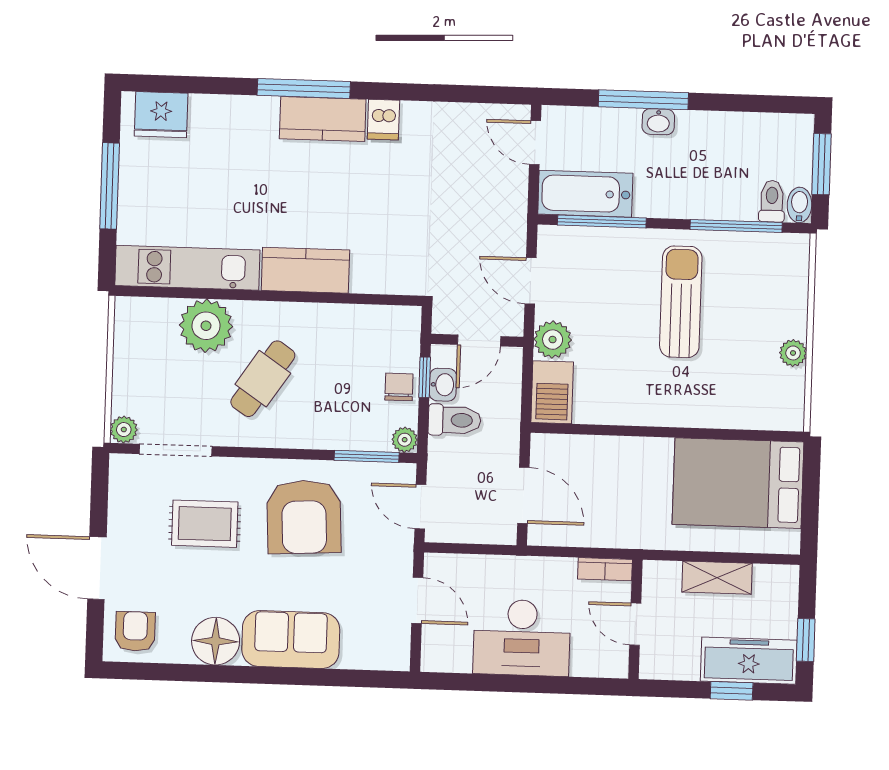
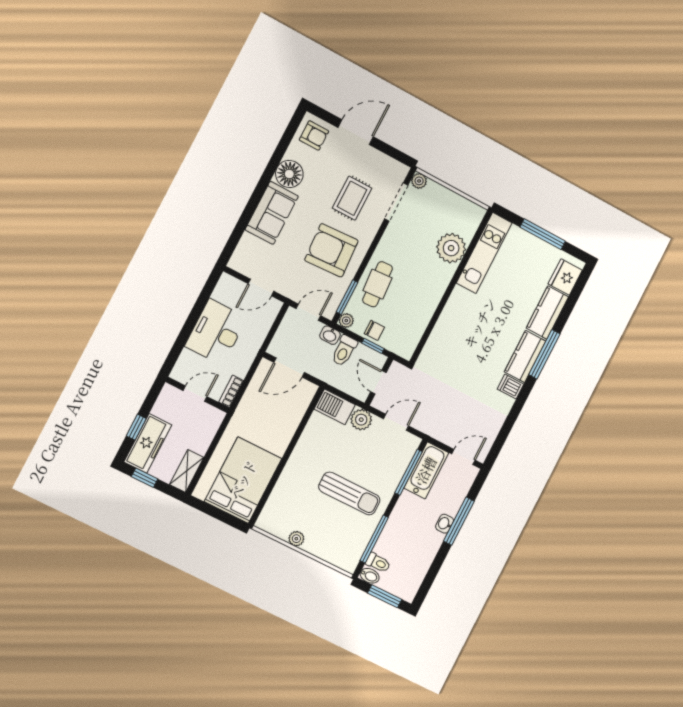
kitchen counter: (305, 270) -> (547, 312), moved, turned 180
cafe table: (263, 379) -> (377, 284), moved, turned 52
washbasin: (443, 385) -> (330, 335), moved
shelving: (717, 578) -> (187, 471), moved

